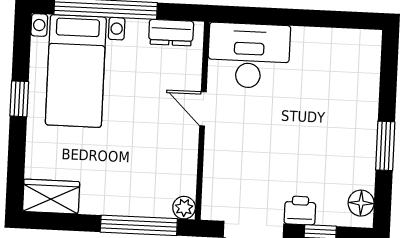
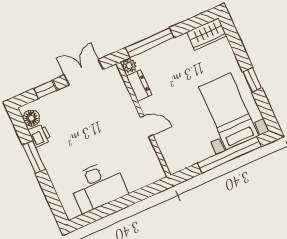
dresser: (171, 33) -> (139, 86), moved, turned 90
desk: (249, 56) -> (98, 186), moved
printer: (300, 210) -> (40, 135), moved, turned -90

